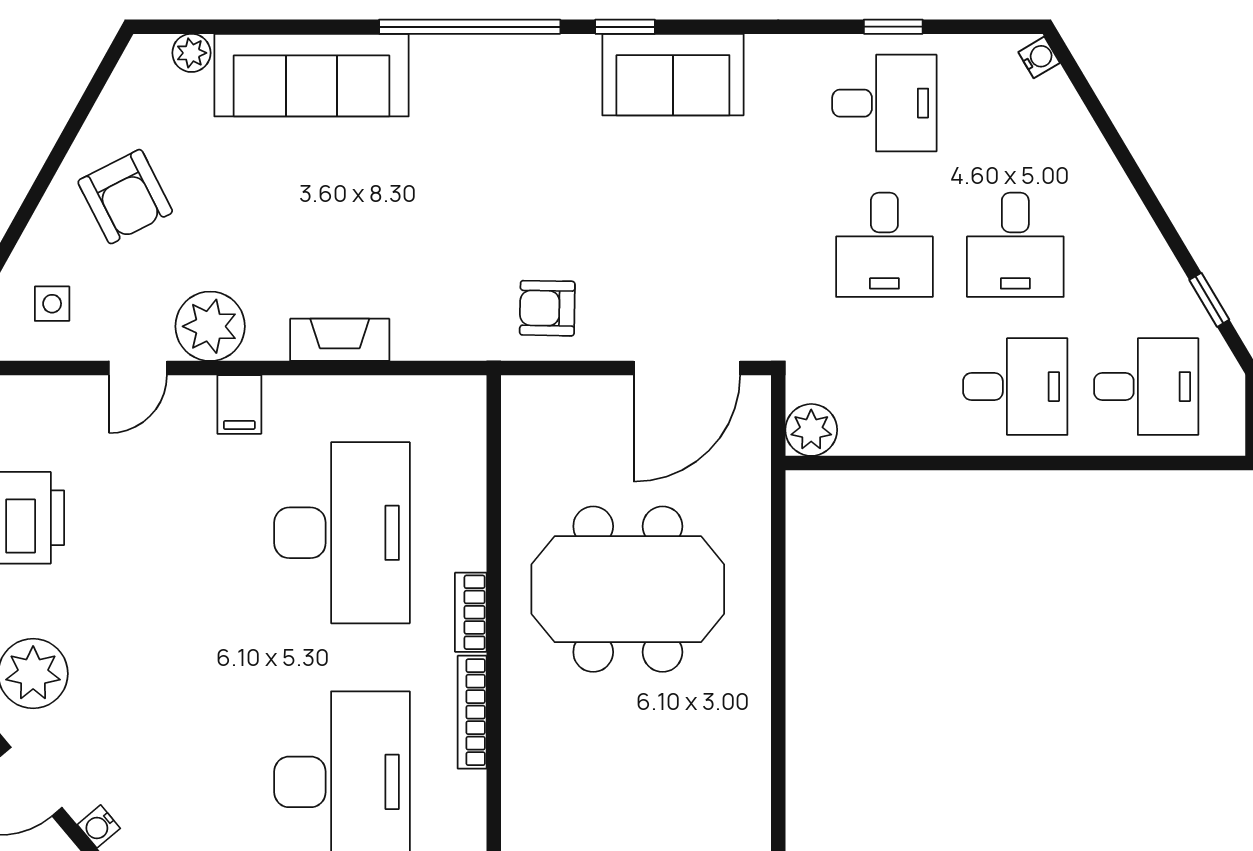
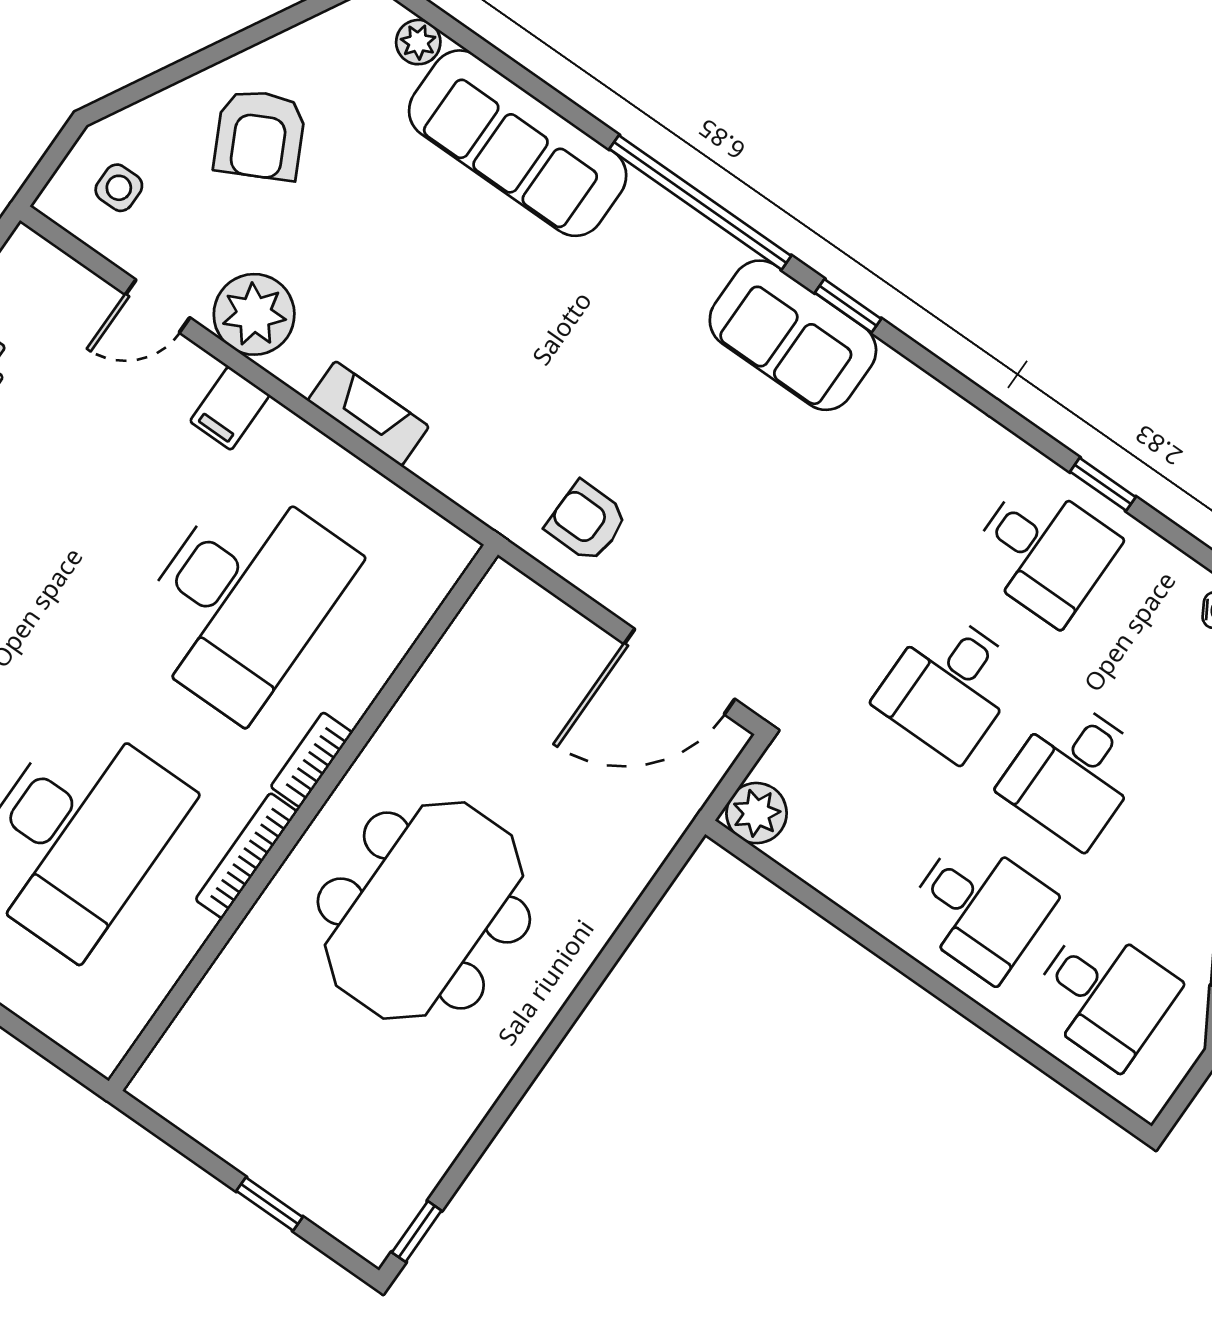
sofa: (673, 75) -> (793, 335), moved
meeting table: (628, 589) -> (424, 910), moved, turned 90

